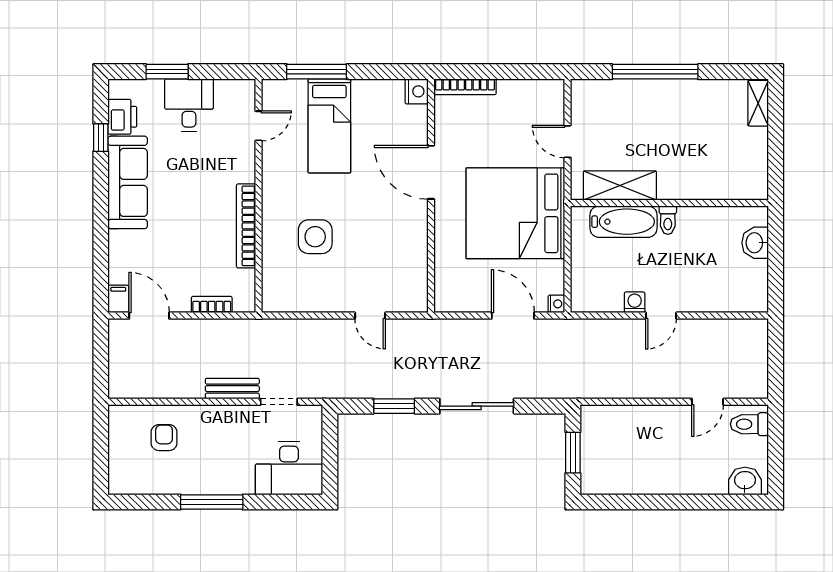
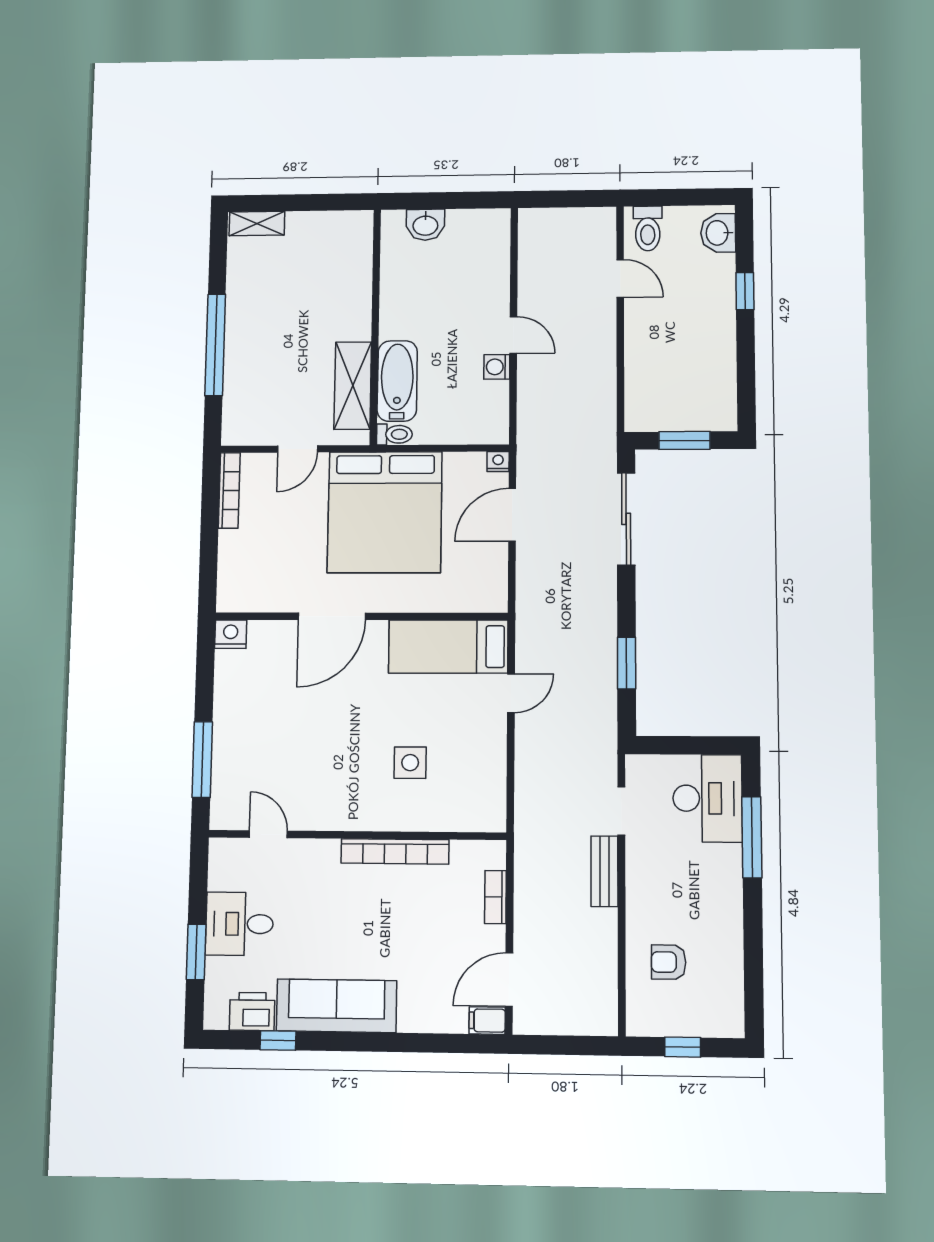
bookcase: (465, 87) -> (229, 490), moved
bed: (329, 126) -> (448, 647), moved, turned 180
toilet: (668, 220) -> (394, 434), moved
side table: (315, 237) -> (410, 763), width x0.73, depth x0.73
sliding door: (477, 406) -> (626, 519), moved
window: (101, 448) -> (683, 1047), added
window: (212, 502) -> (752, 837), moved
window: (696, 502) -> (745, 291), added

